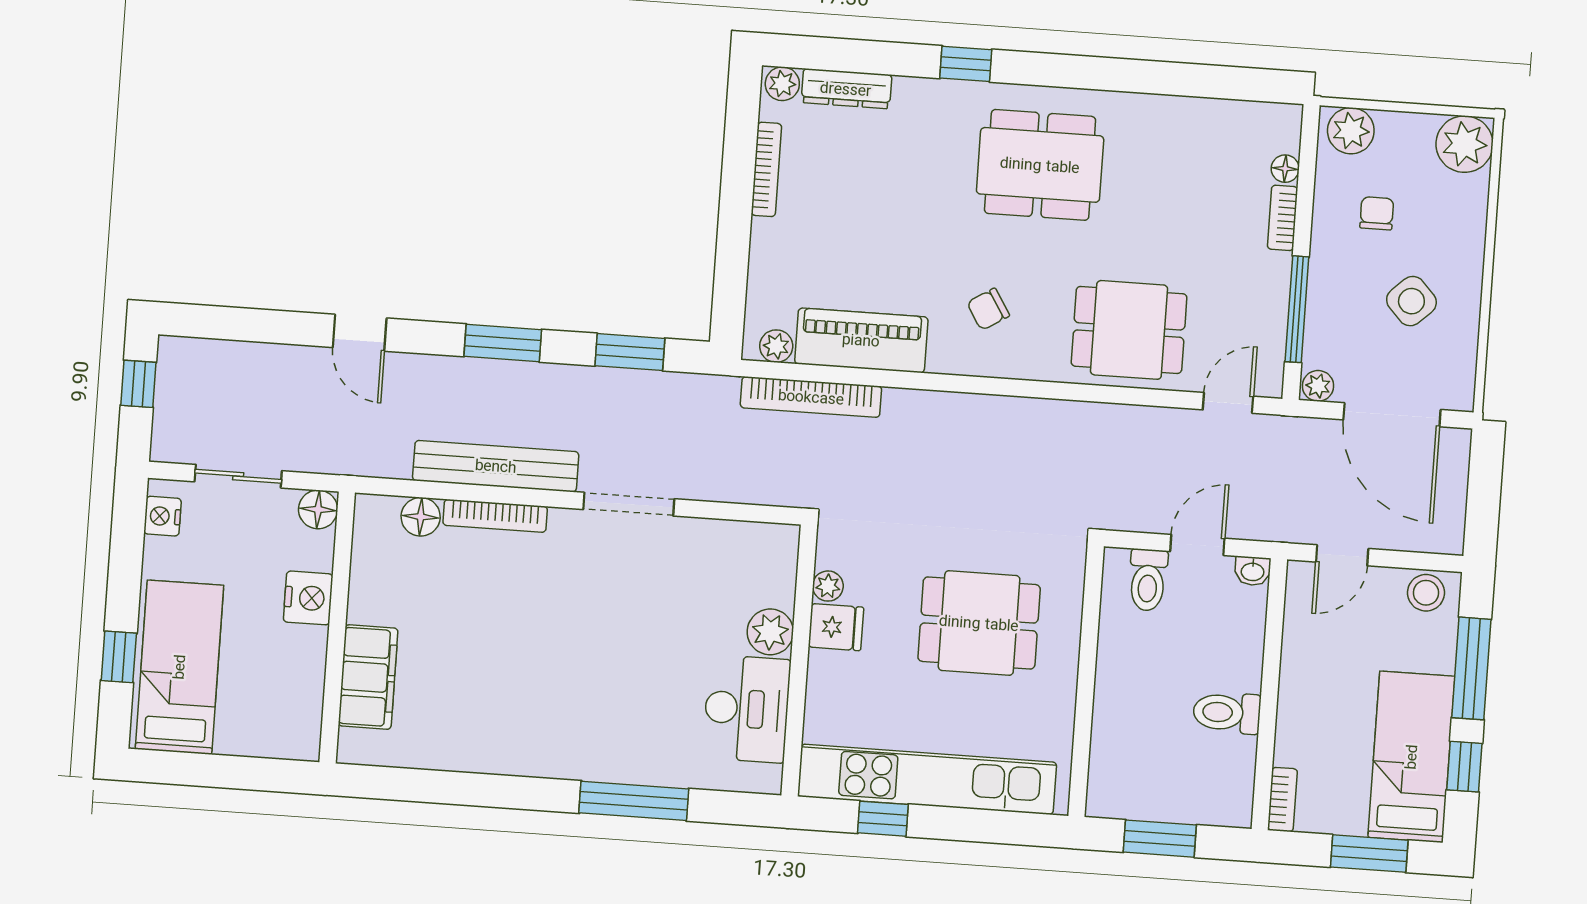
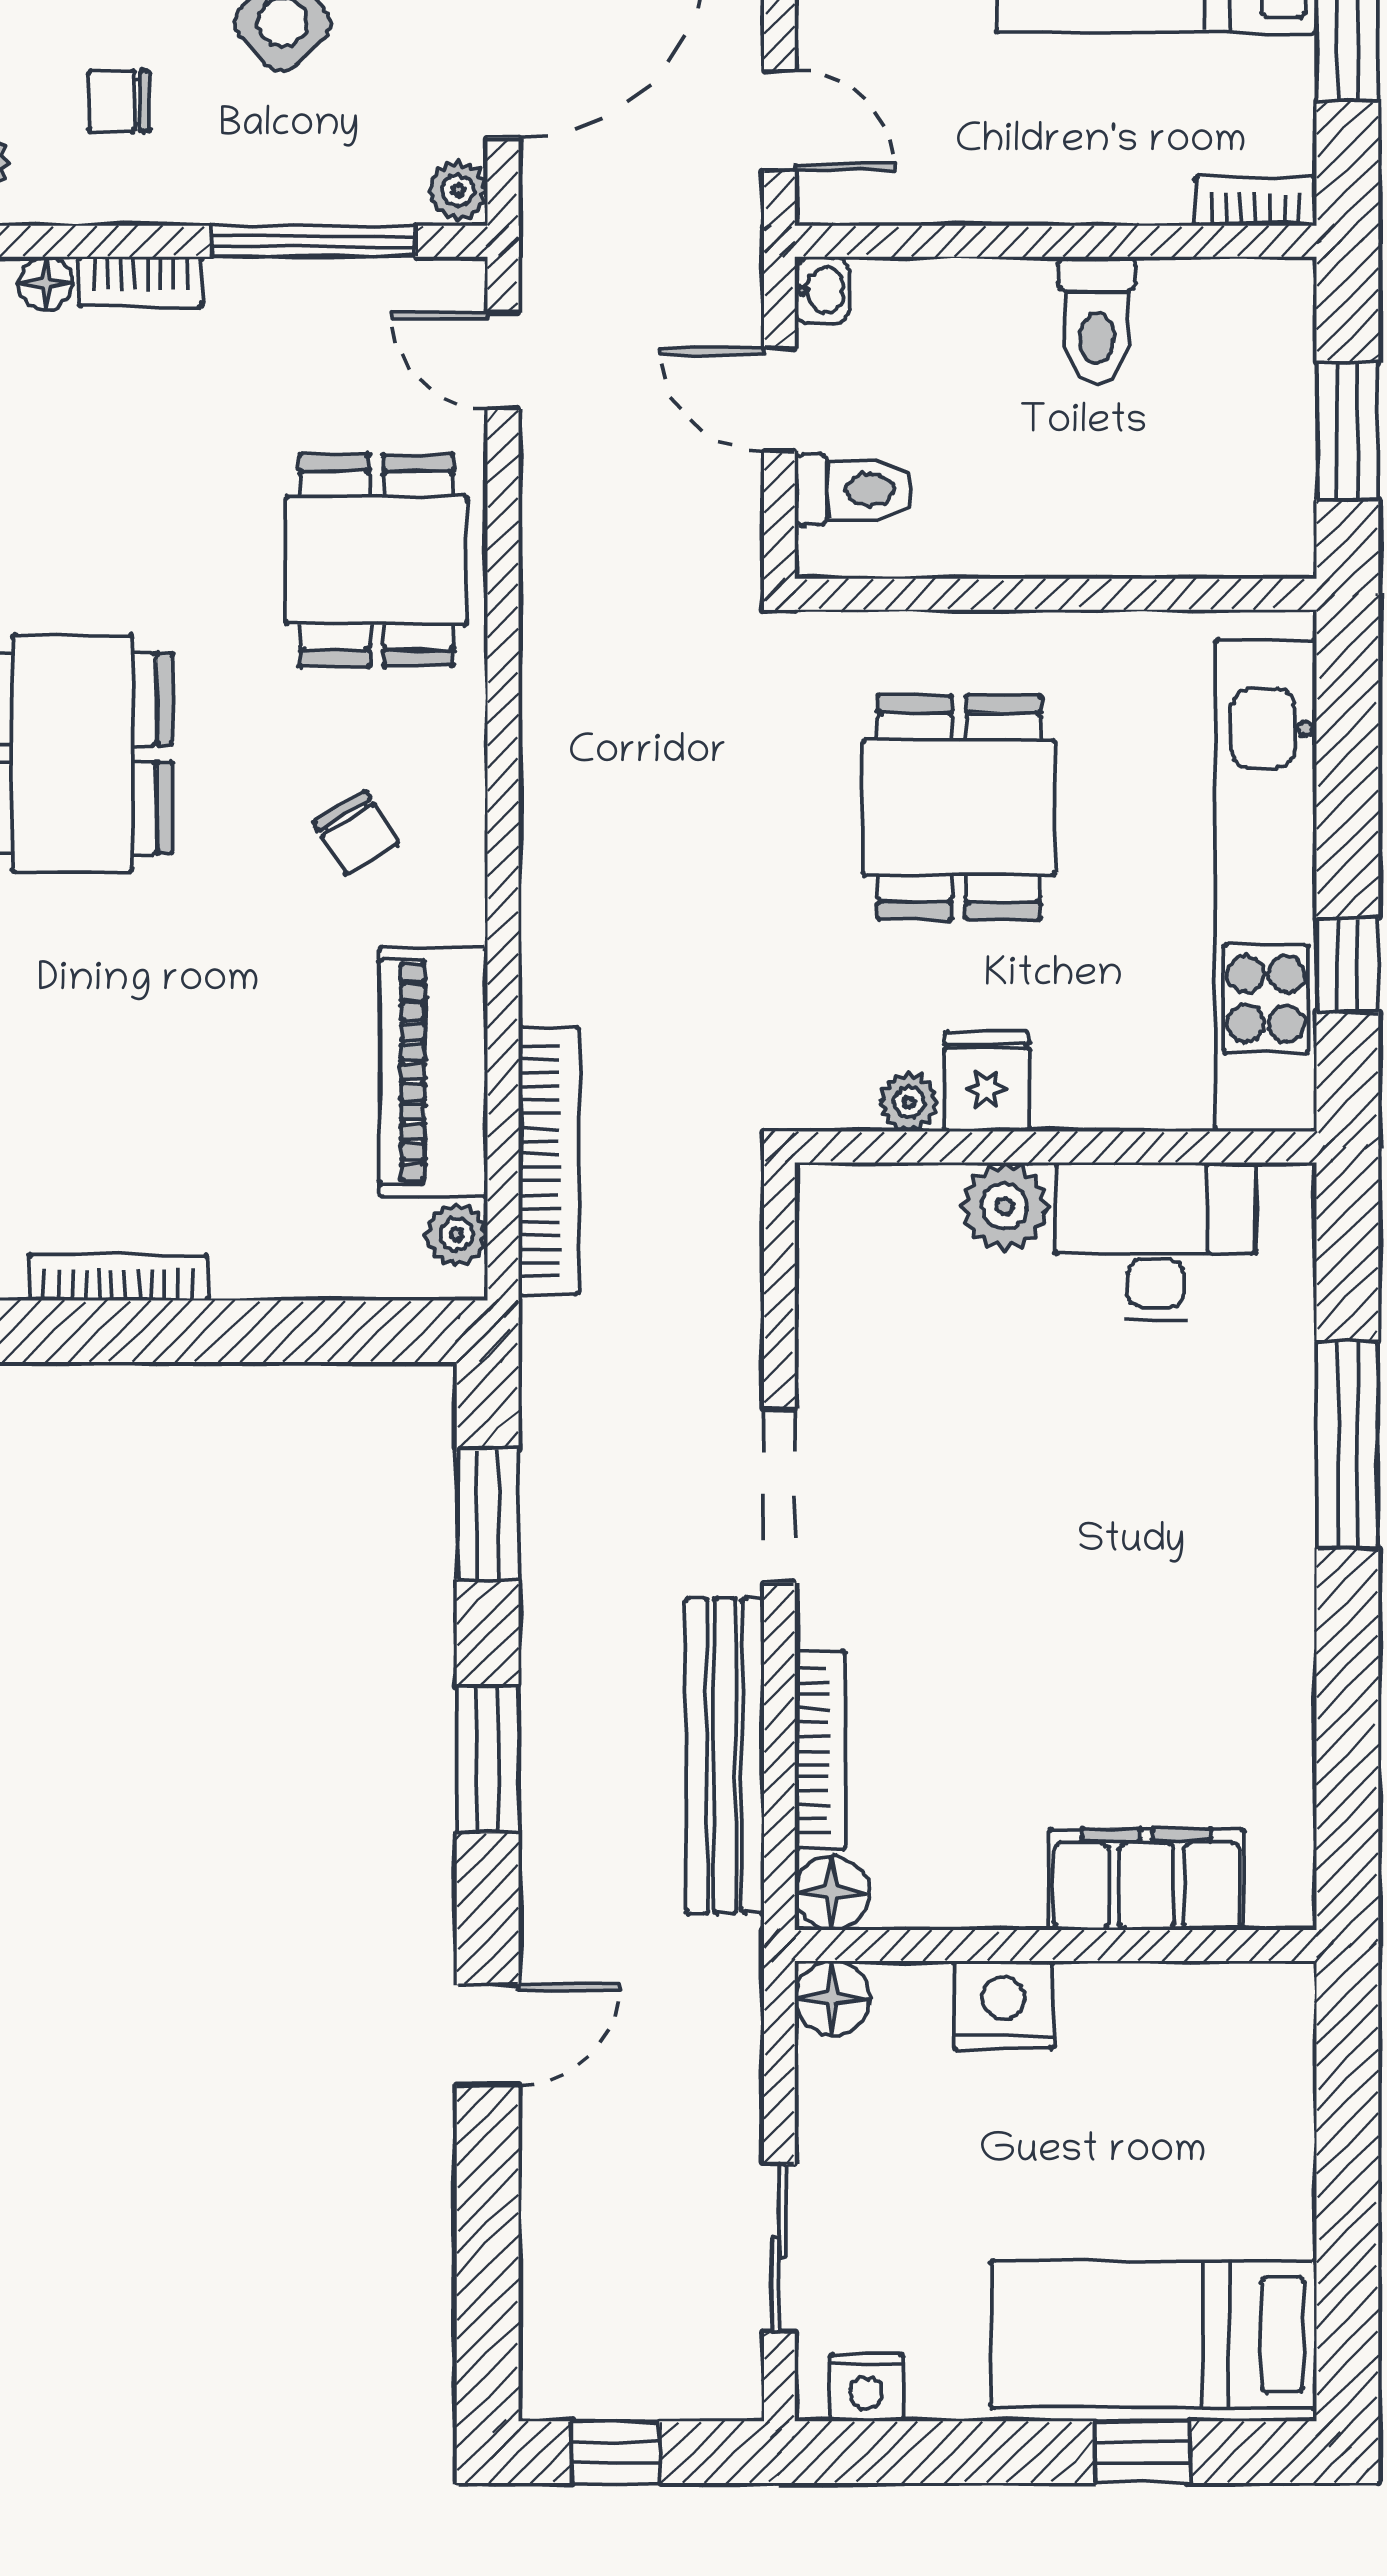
floor lamp: (318, 509) -> (832, 1998), moved
nightstand: (308, 598) -> (1003, 2005), moved
wall: (337, 627) -> (1056, 1945), moved
filing cabinet: (368, 677) -> (1147, 1879), moved

